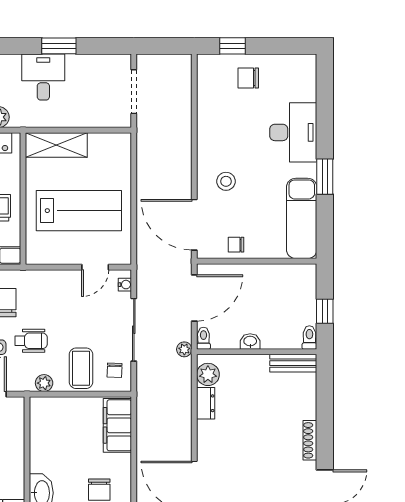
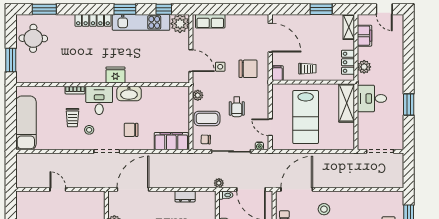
desk: (43, 77) -> (372, 98), moved, turned 180
wheelchair: (31, 341) -> (237, 107), moved
plant: (208, 374) -> (203, 198), removed

